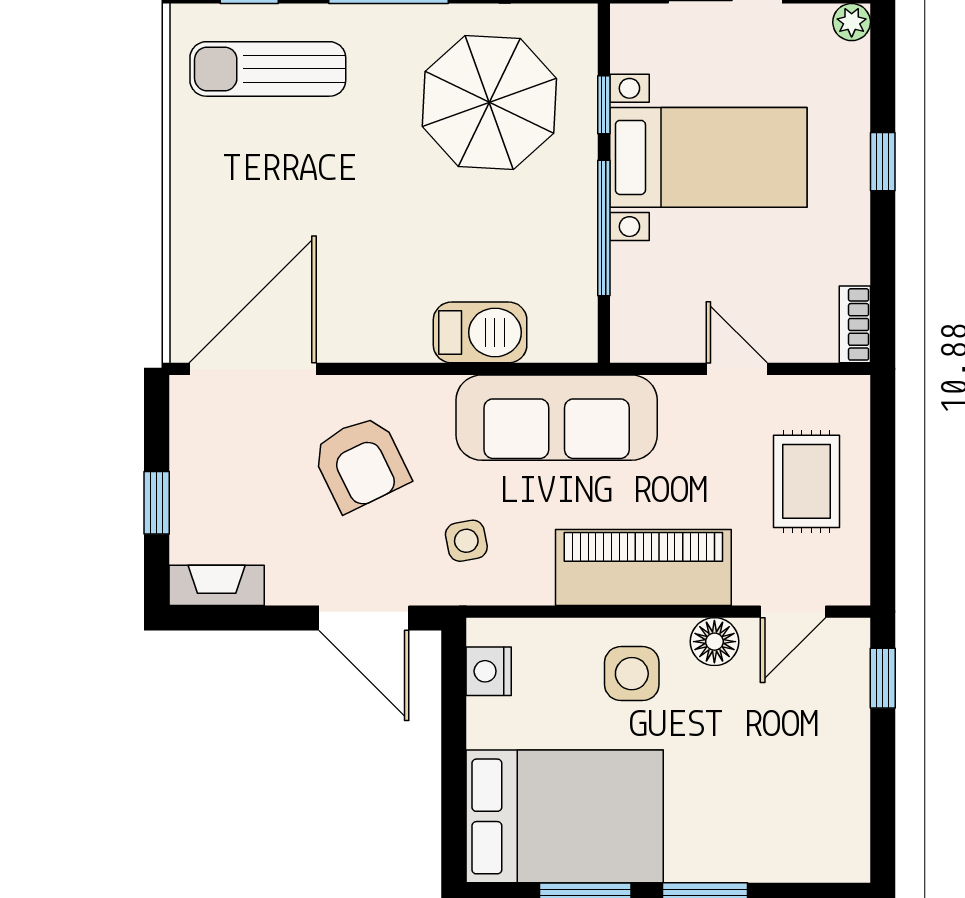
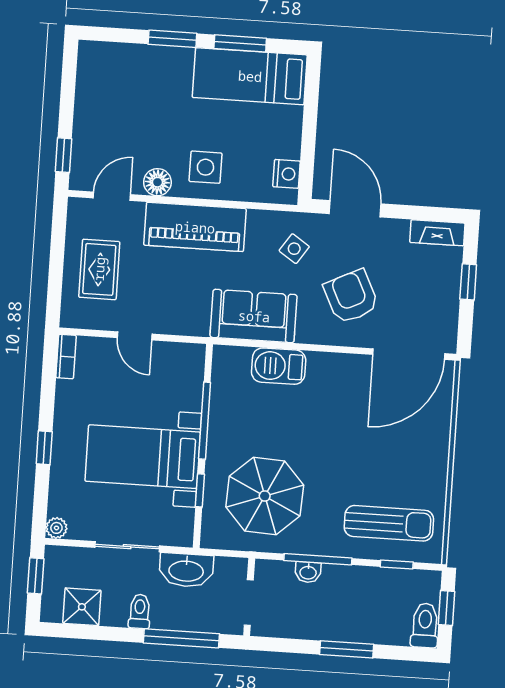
sofa: (557, 418) -> (254, 316), width x0.73
side table: (466, 541) -> (294, 249), turned 45
bed: (565, 816) -> (250, 76), width x0.67

